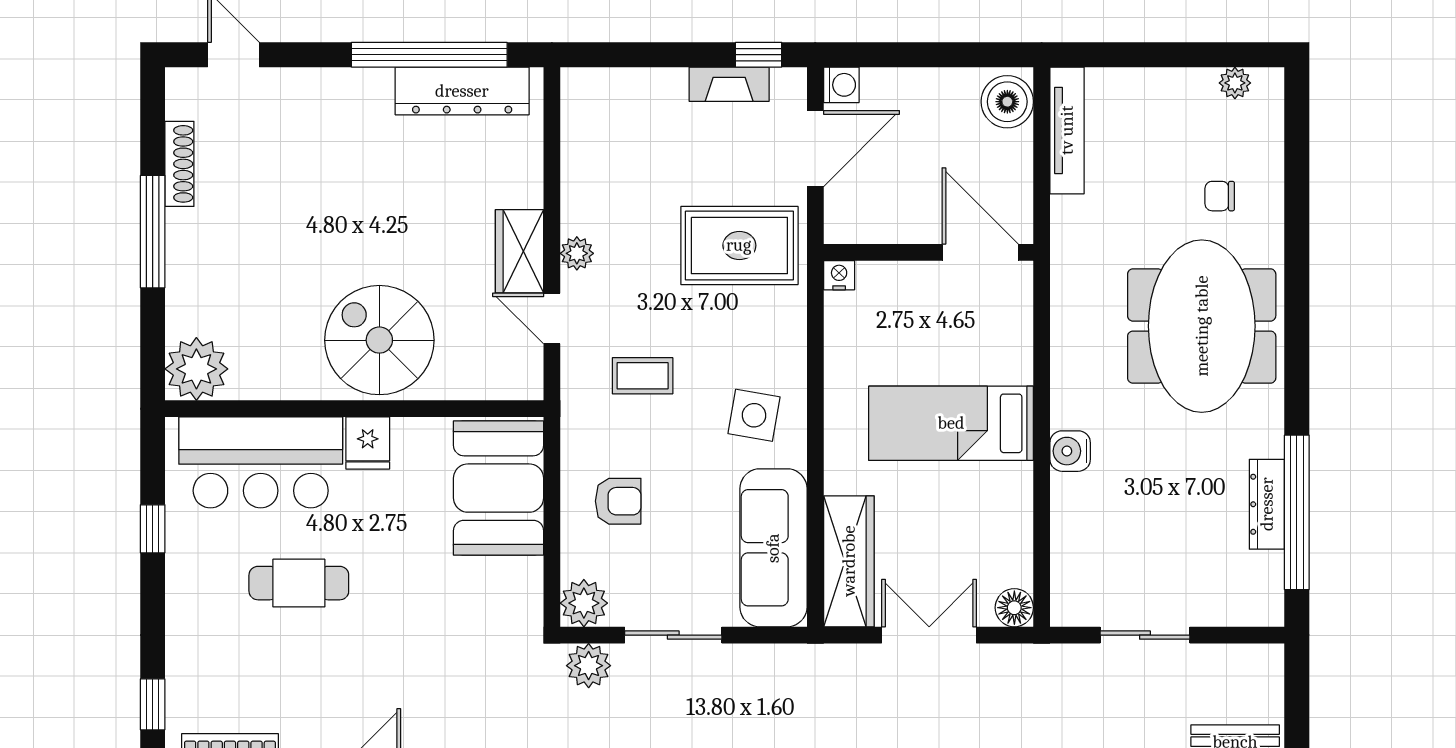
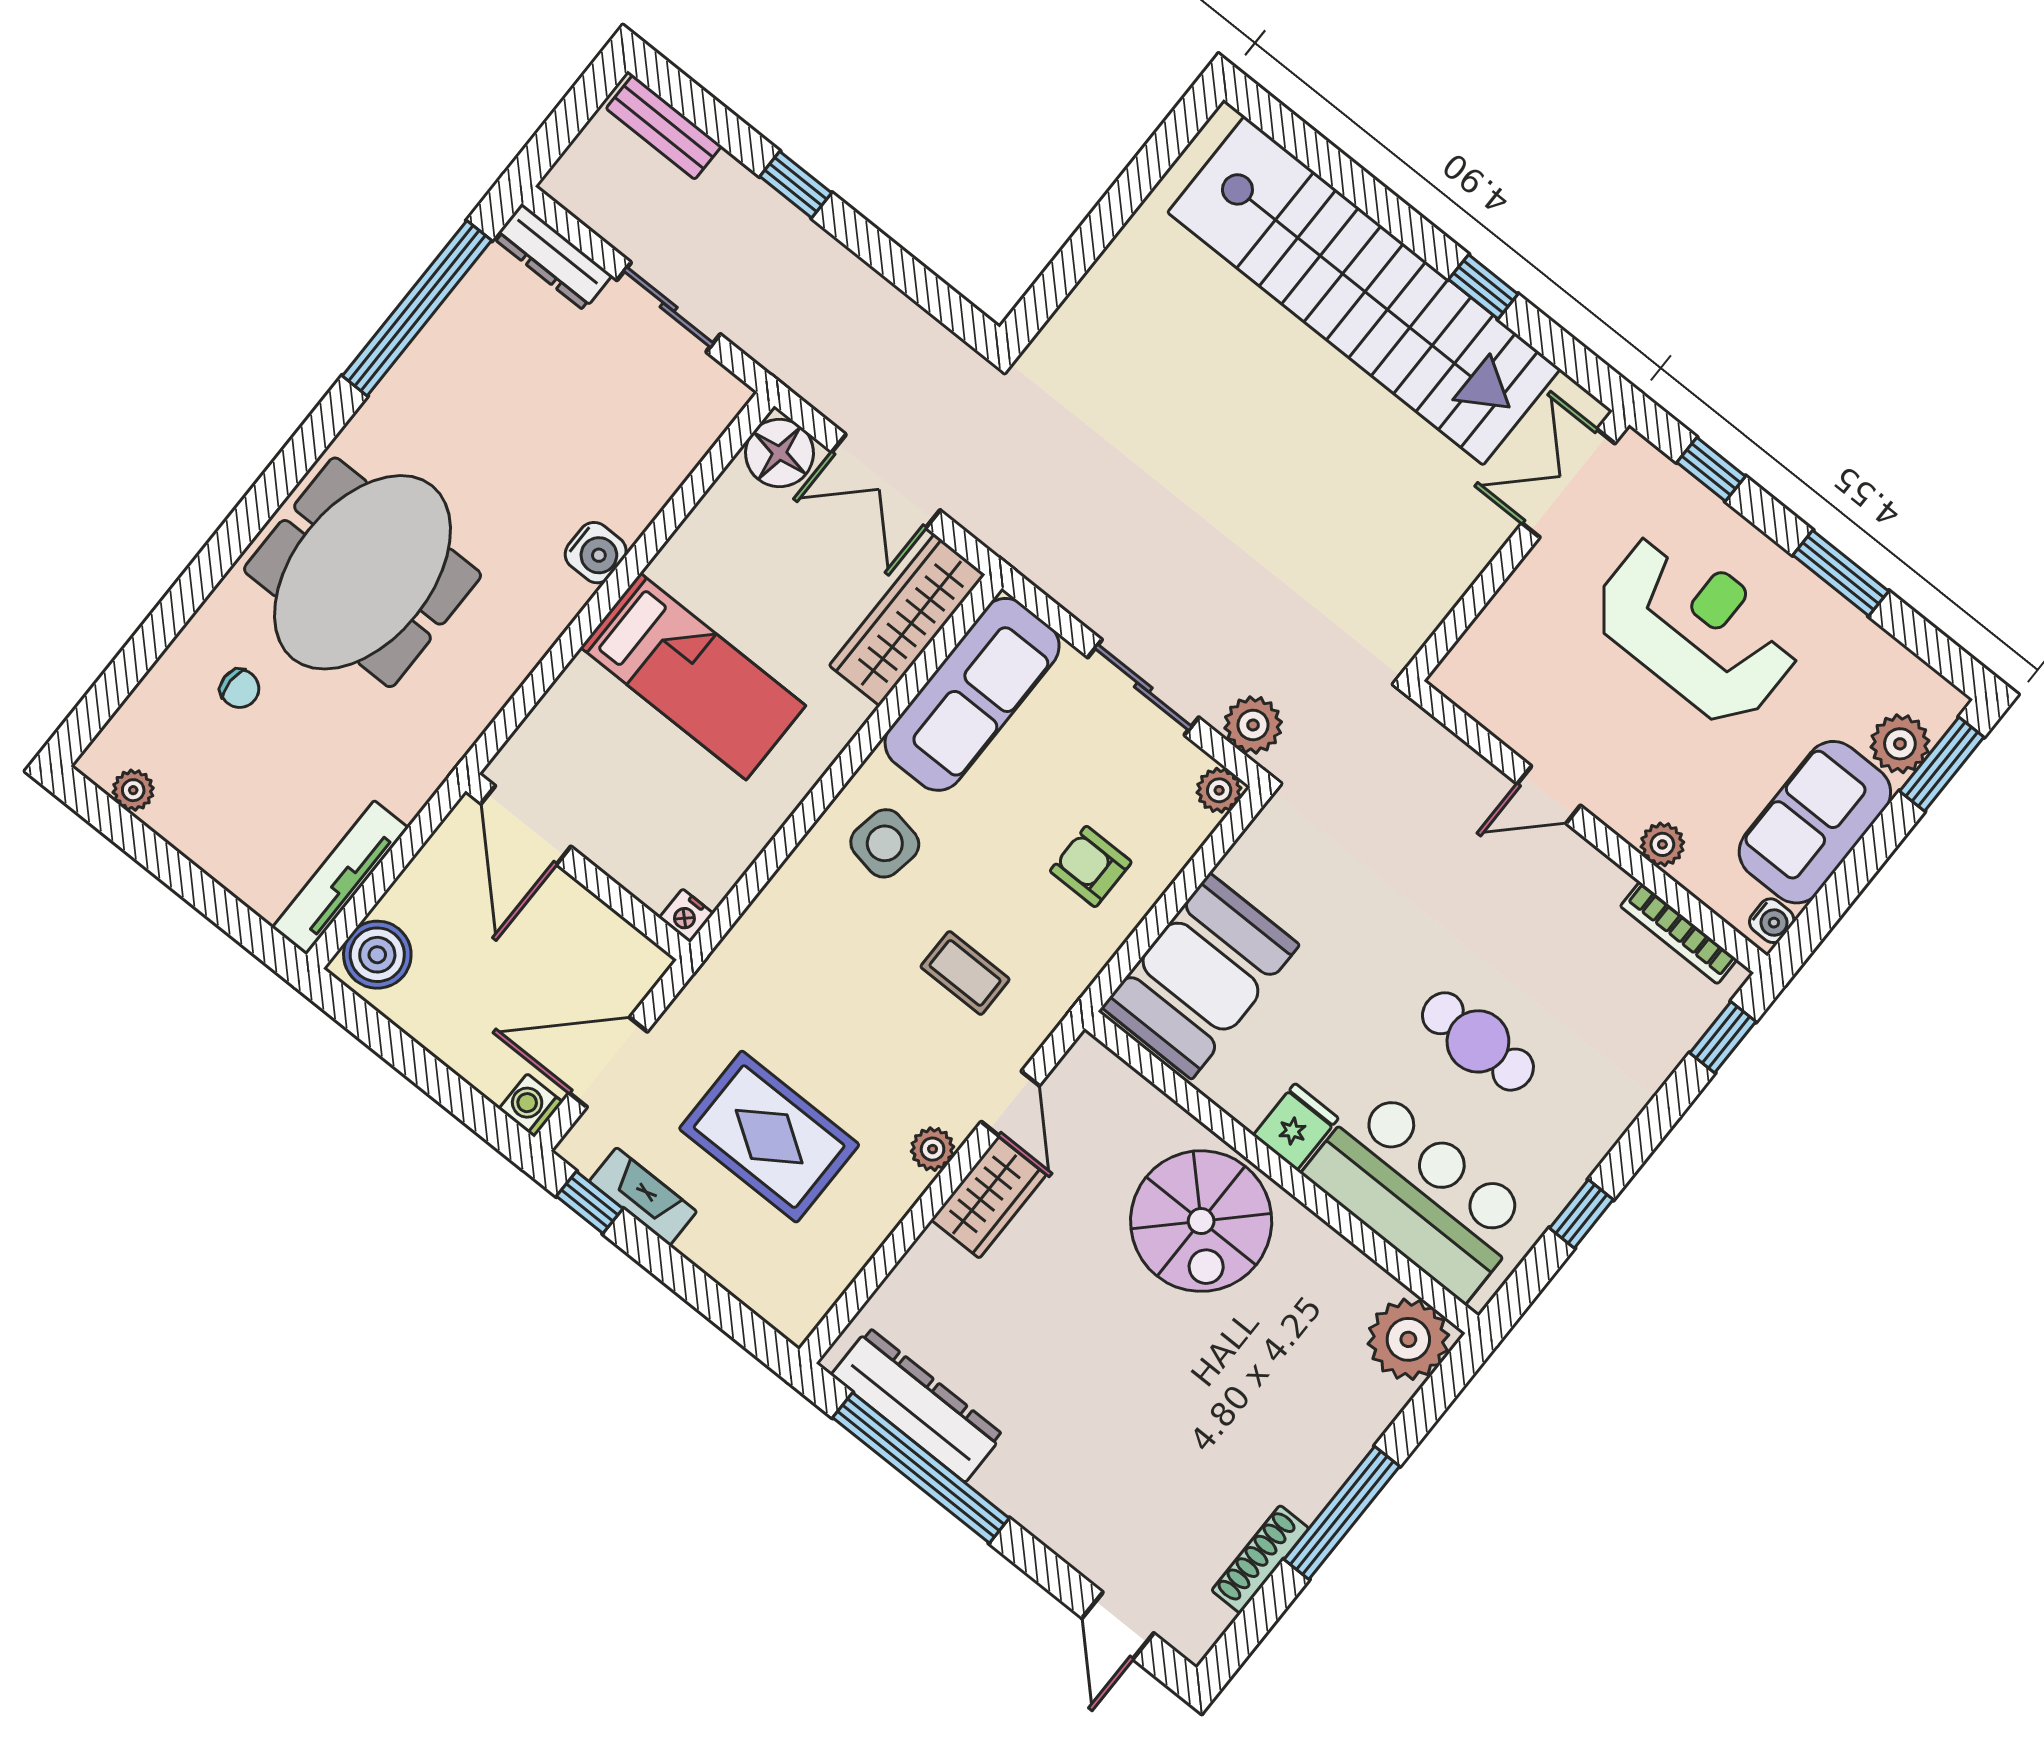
rug: (739, 245) -> (769, 1137), moved
dresser: (1267, 504) -> (553, 257), moved, turned 90
plant: (584, 603) -> (1219, 790), width x0.73, depth x0.73
floor lamp: (1014, 608) -> (779, 453), width x1.38, depth x1.38

